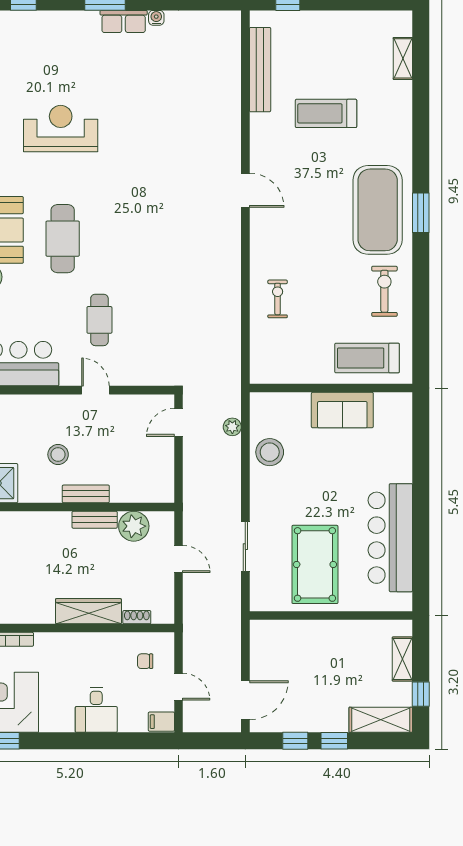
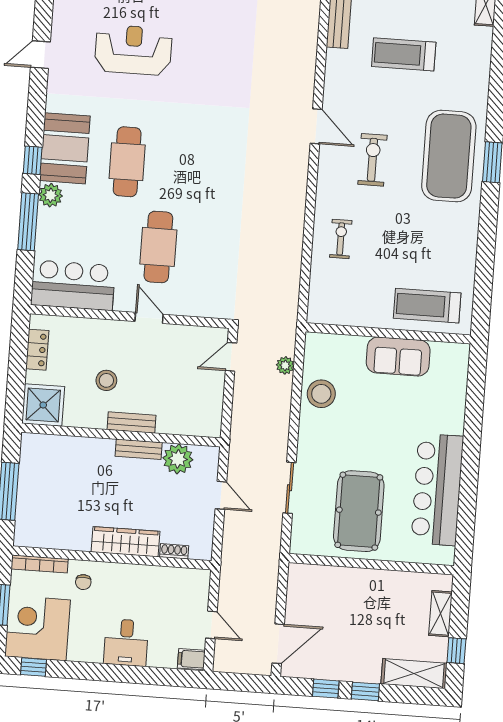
exercise bike: (384, 291) -> (372, 160), moved
cafe table: (99, 320) -> (158, 247), width x1.37, depth x1.35
chair: (145, 661) -> (83, 582), moved, turned -90

